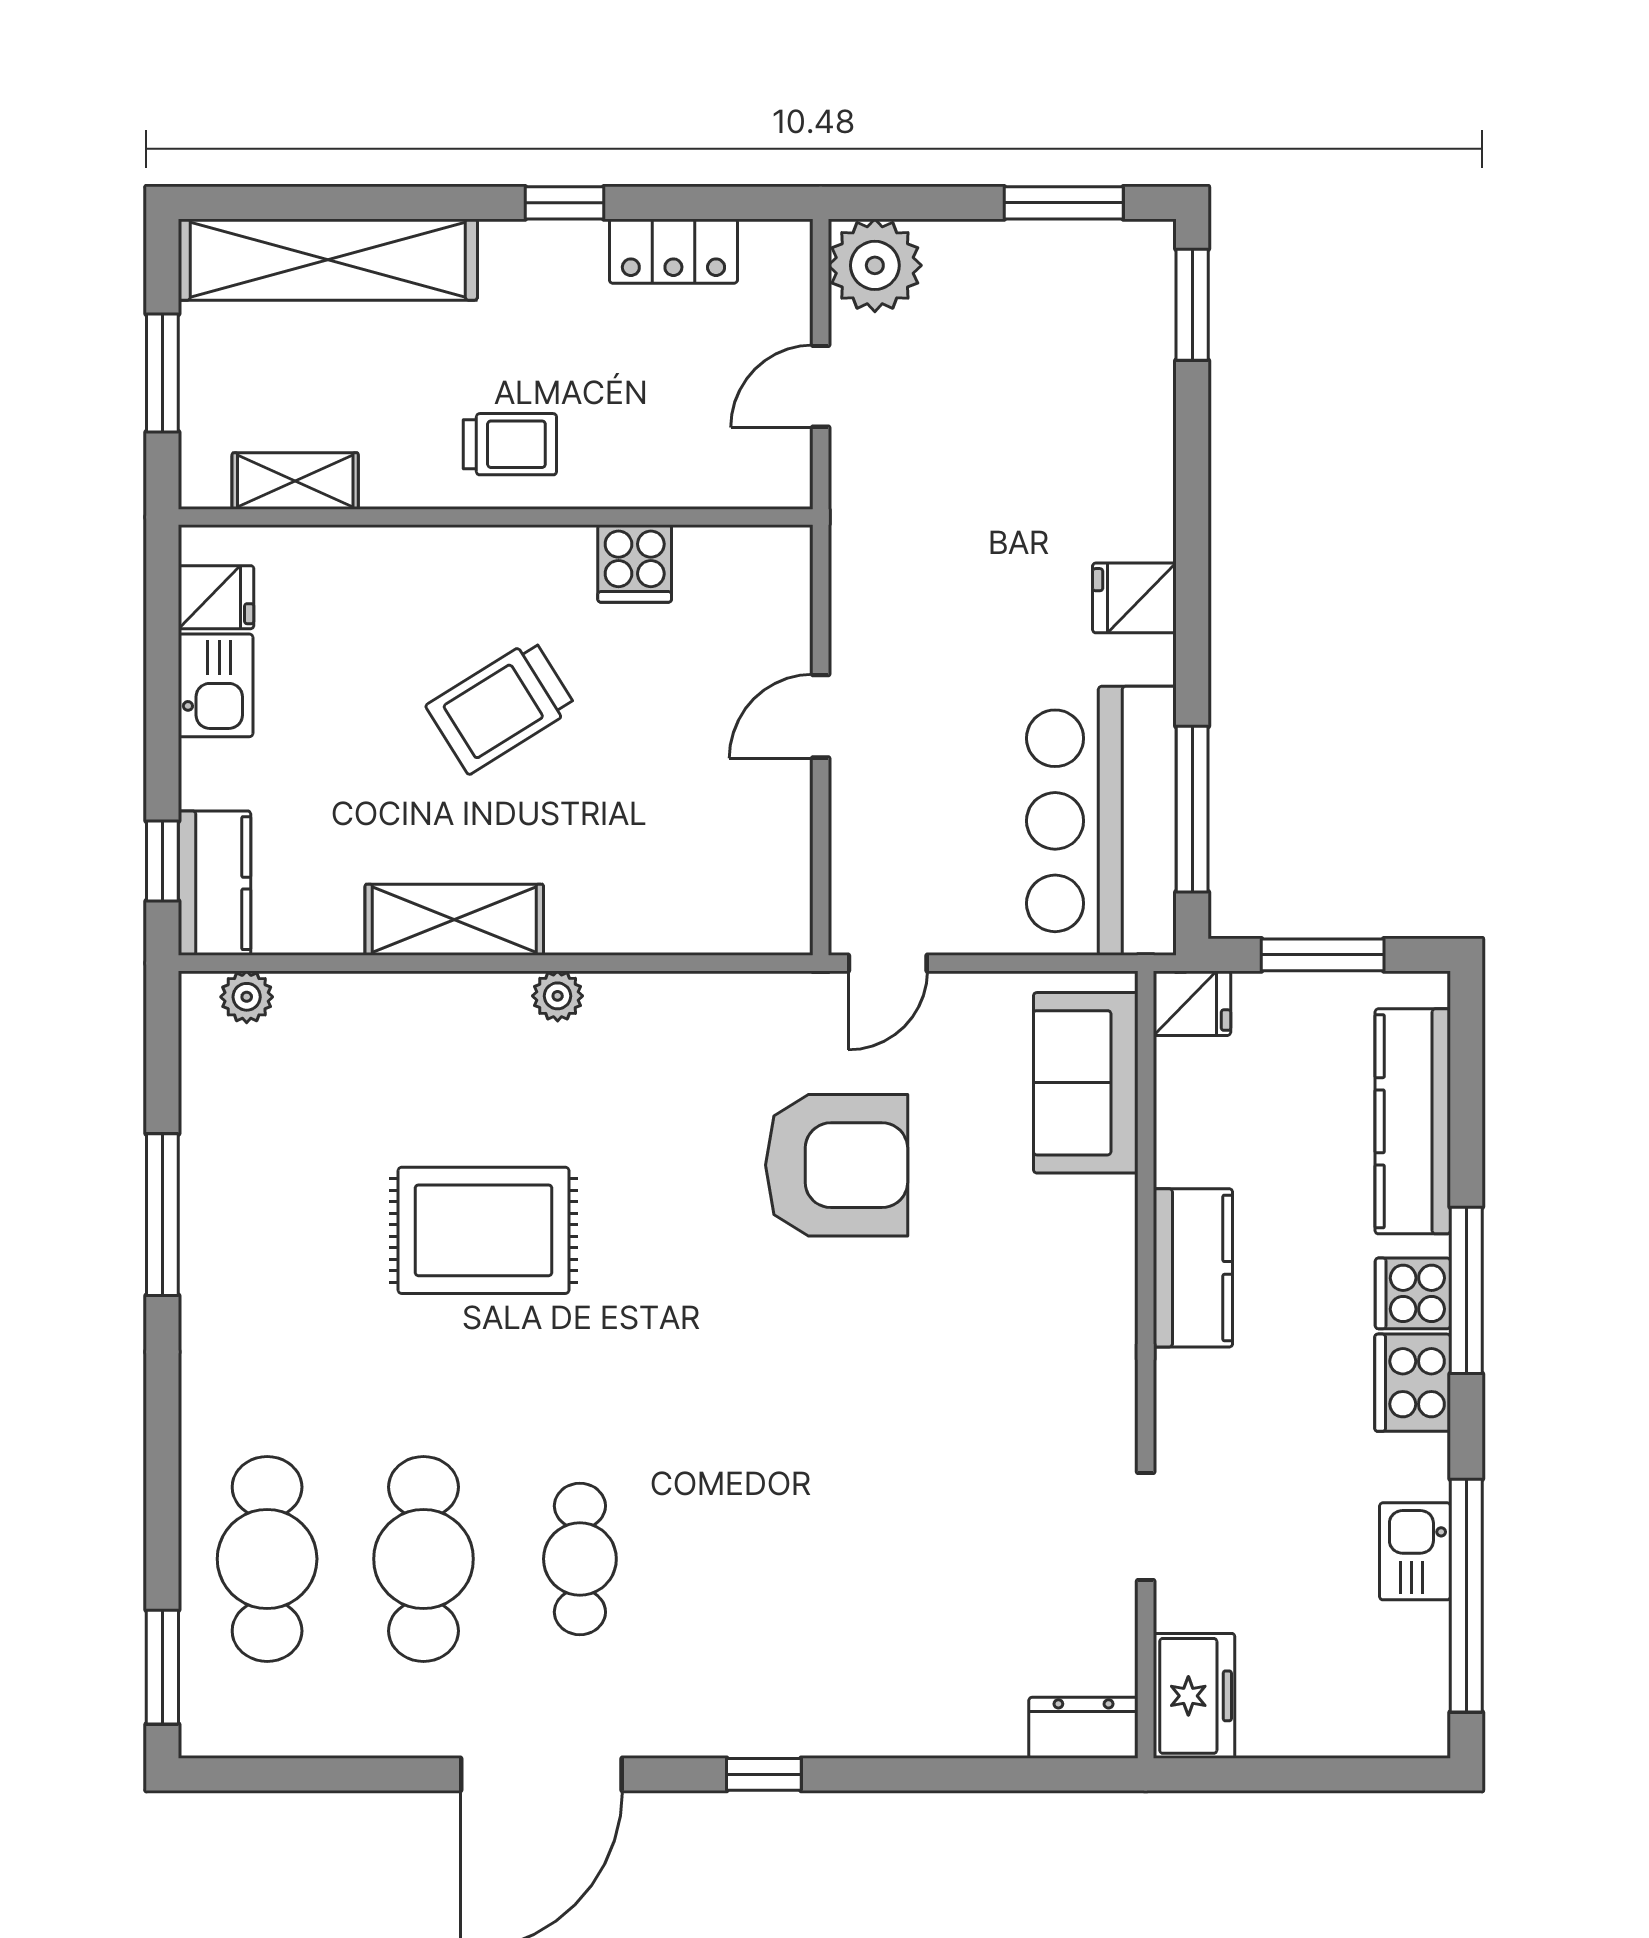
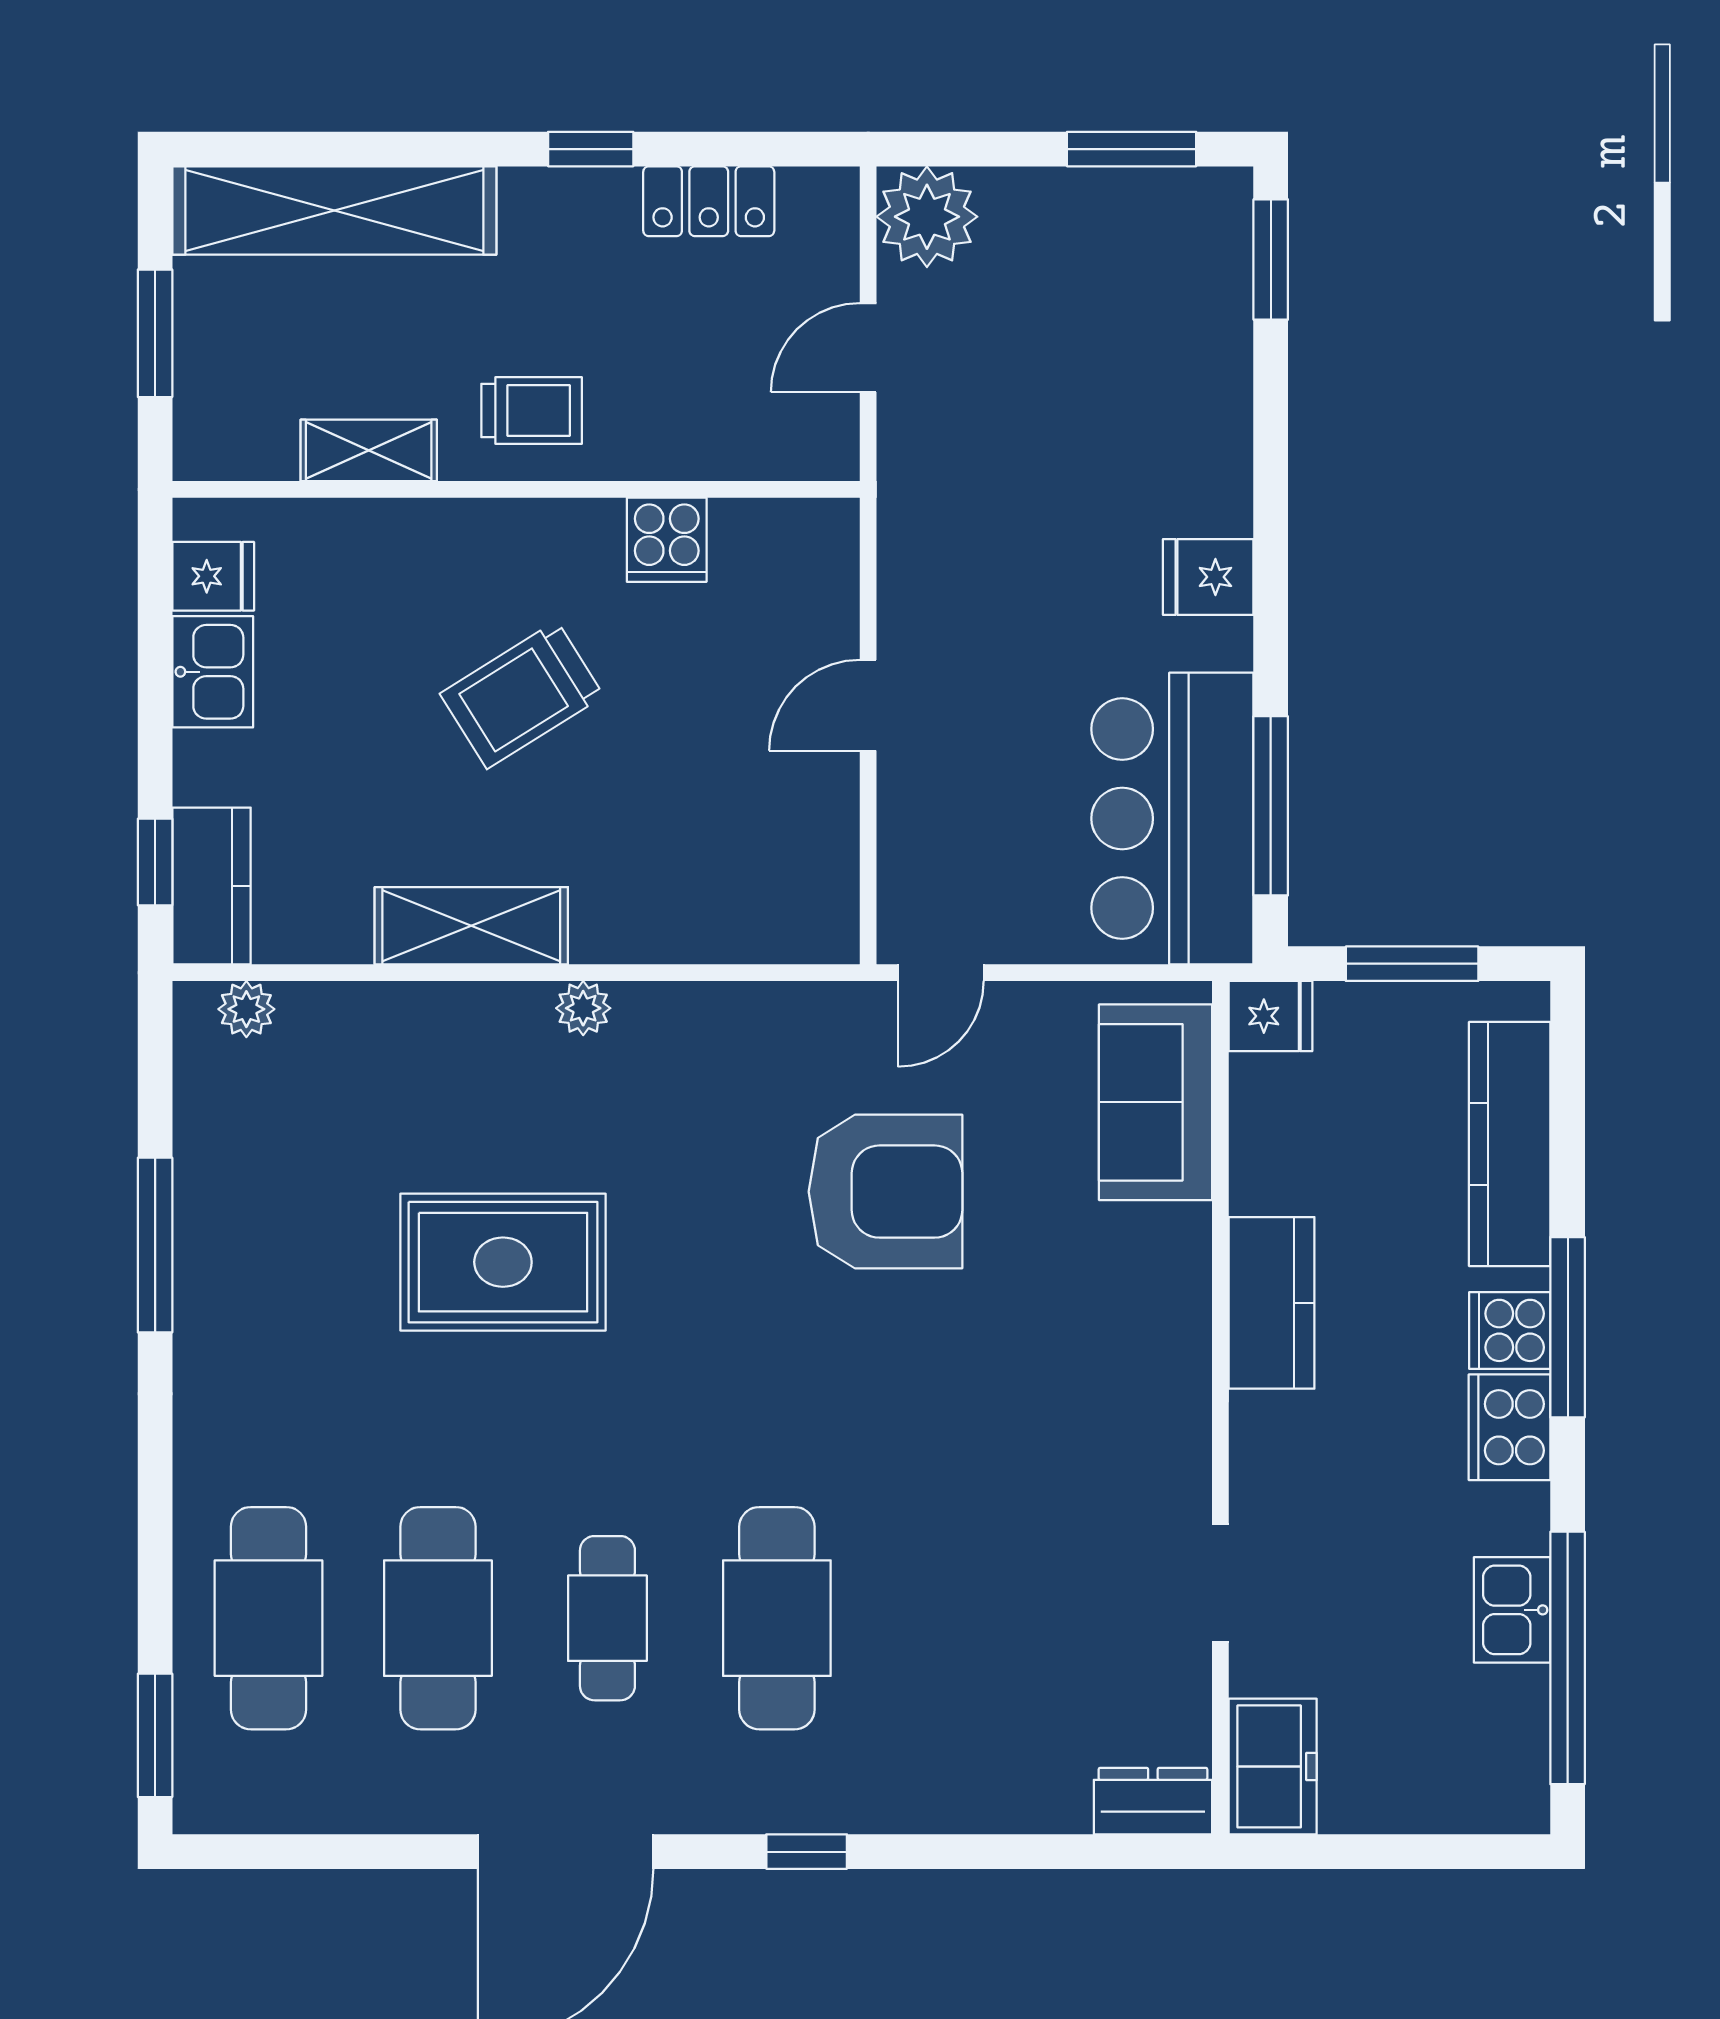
shelving: (295, 481) -> (369, 450), moved
cafe table: (736, 1559) -> (777, 1618), added

